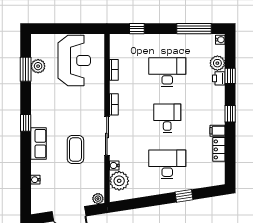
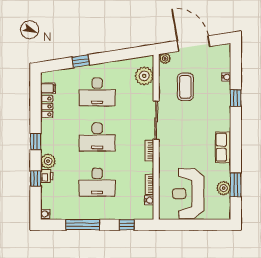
window: (194, 29) -> (83, 225), moved
plant: (217, 63) -> (48, 161), moved
desk: (167, 118) -> (97, 137), width x1.37
window: (26, 123) -> (236, 98), moved
filing cabinet: (217, 131) -> (48, 88), moved
row of seats: (39, 144) -> (223, 147), moved
coffee table: (75, 150) -> (185, 87), moved
water cooler: (114, 165) -> (149, 200), moved

